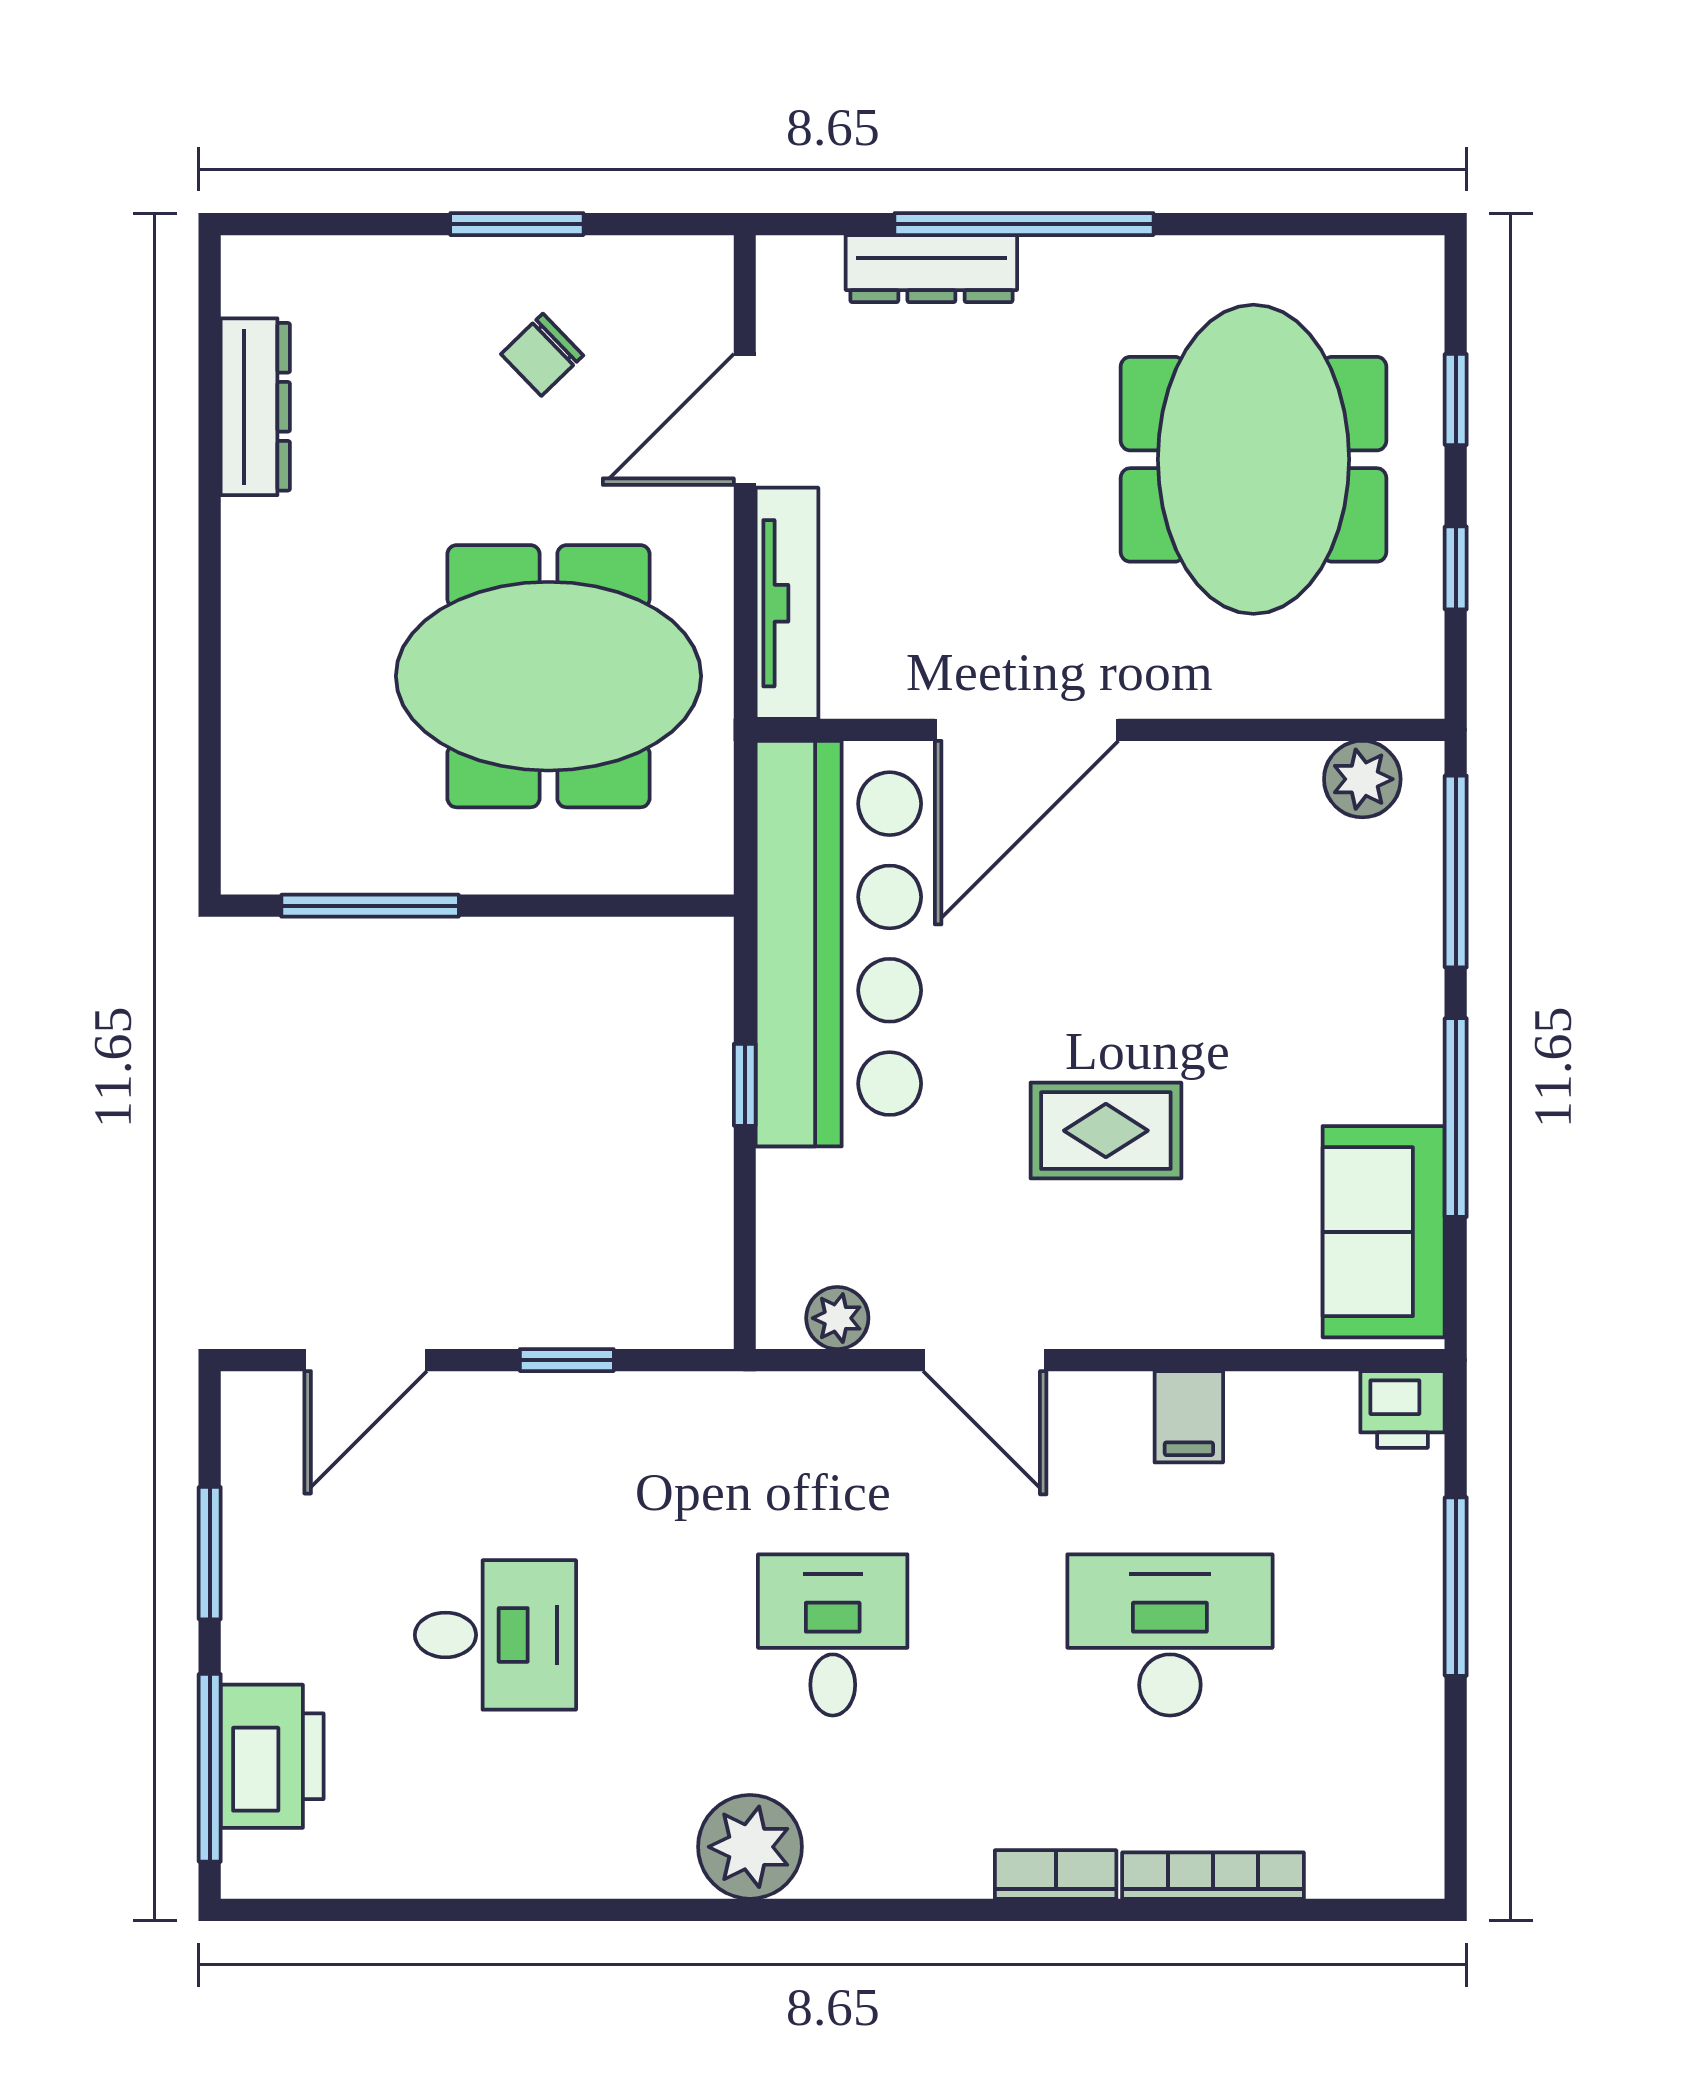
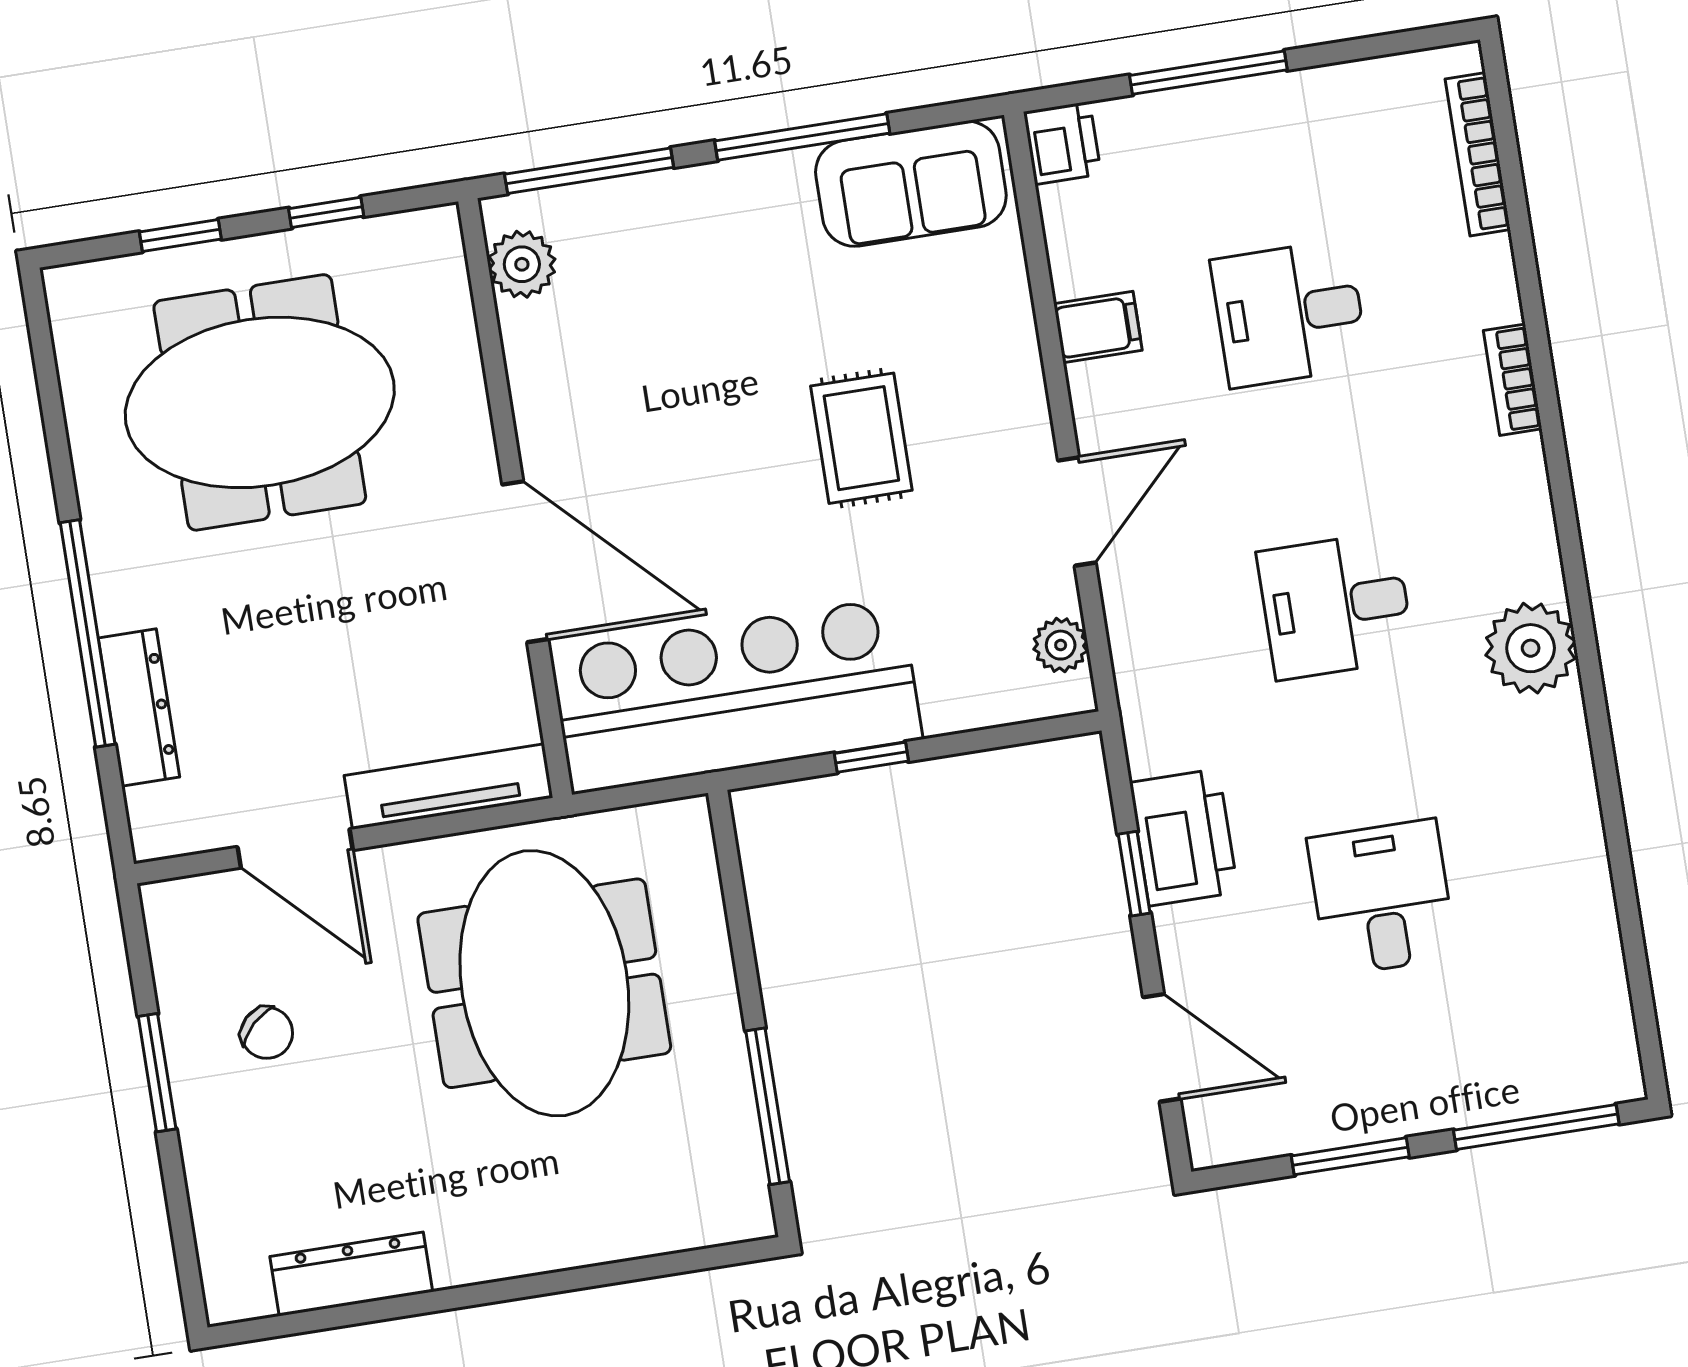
desk: (1170, 1635) -> (1289, 314), width x0.73
printer: (272, 1756) -> (1184, 837), moved, turned 90
bookcase: (1213, 1876) -> (1478, 154), moved

